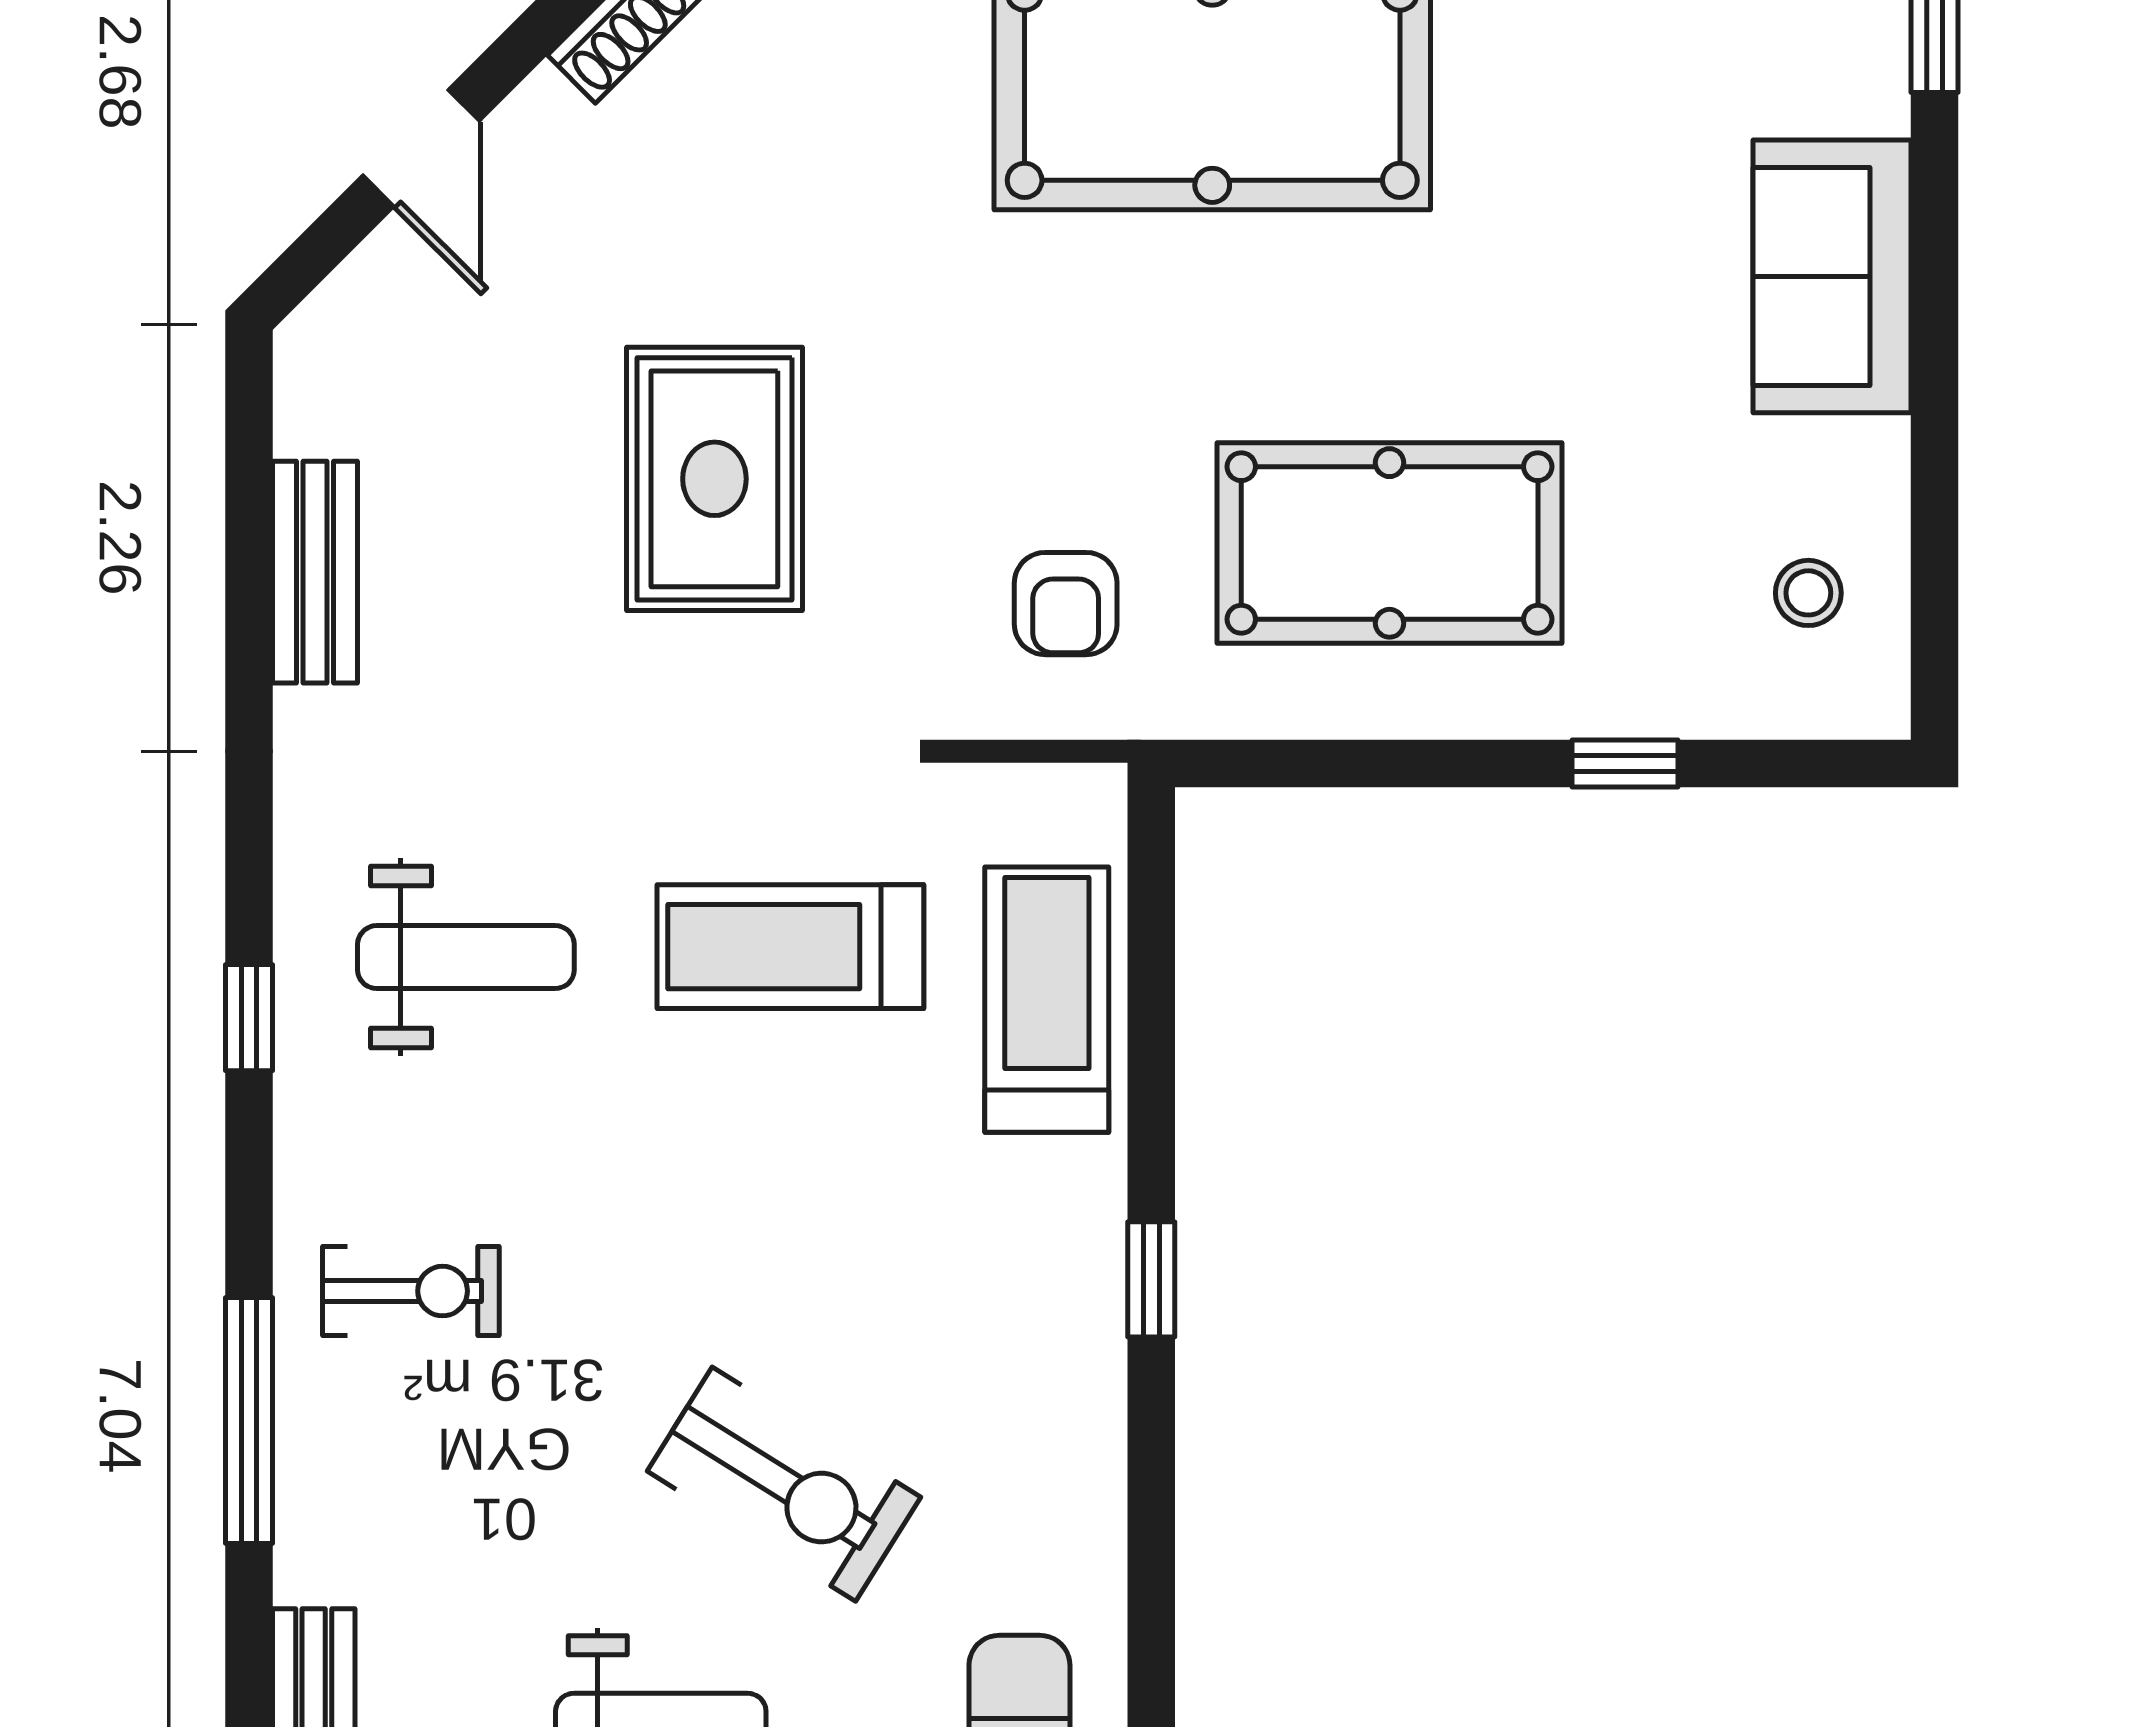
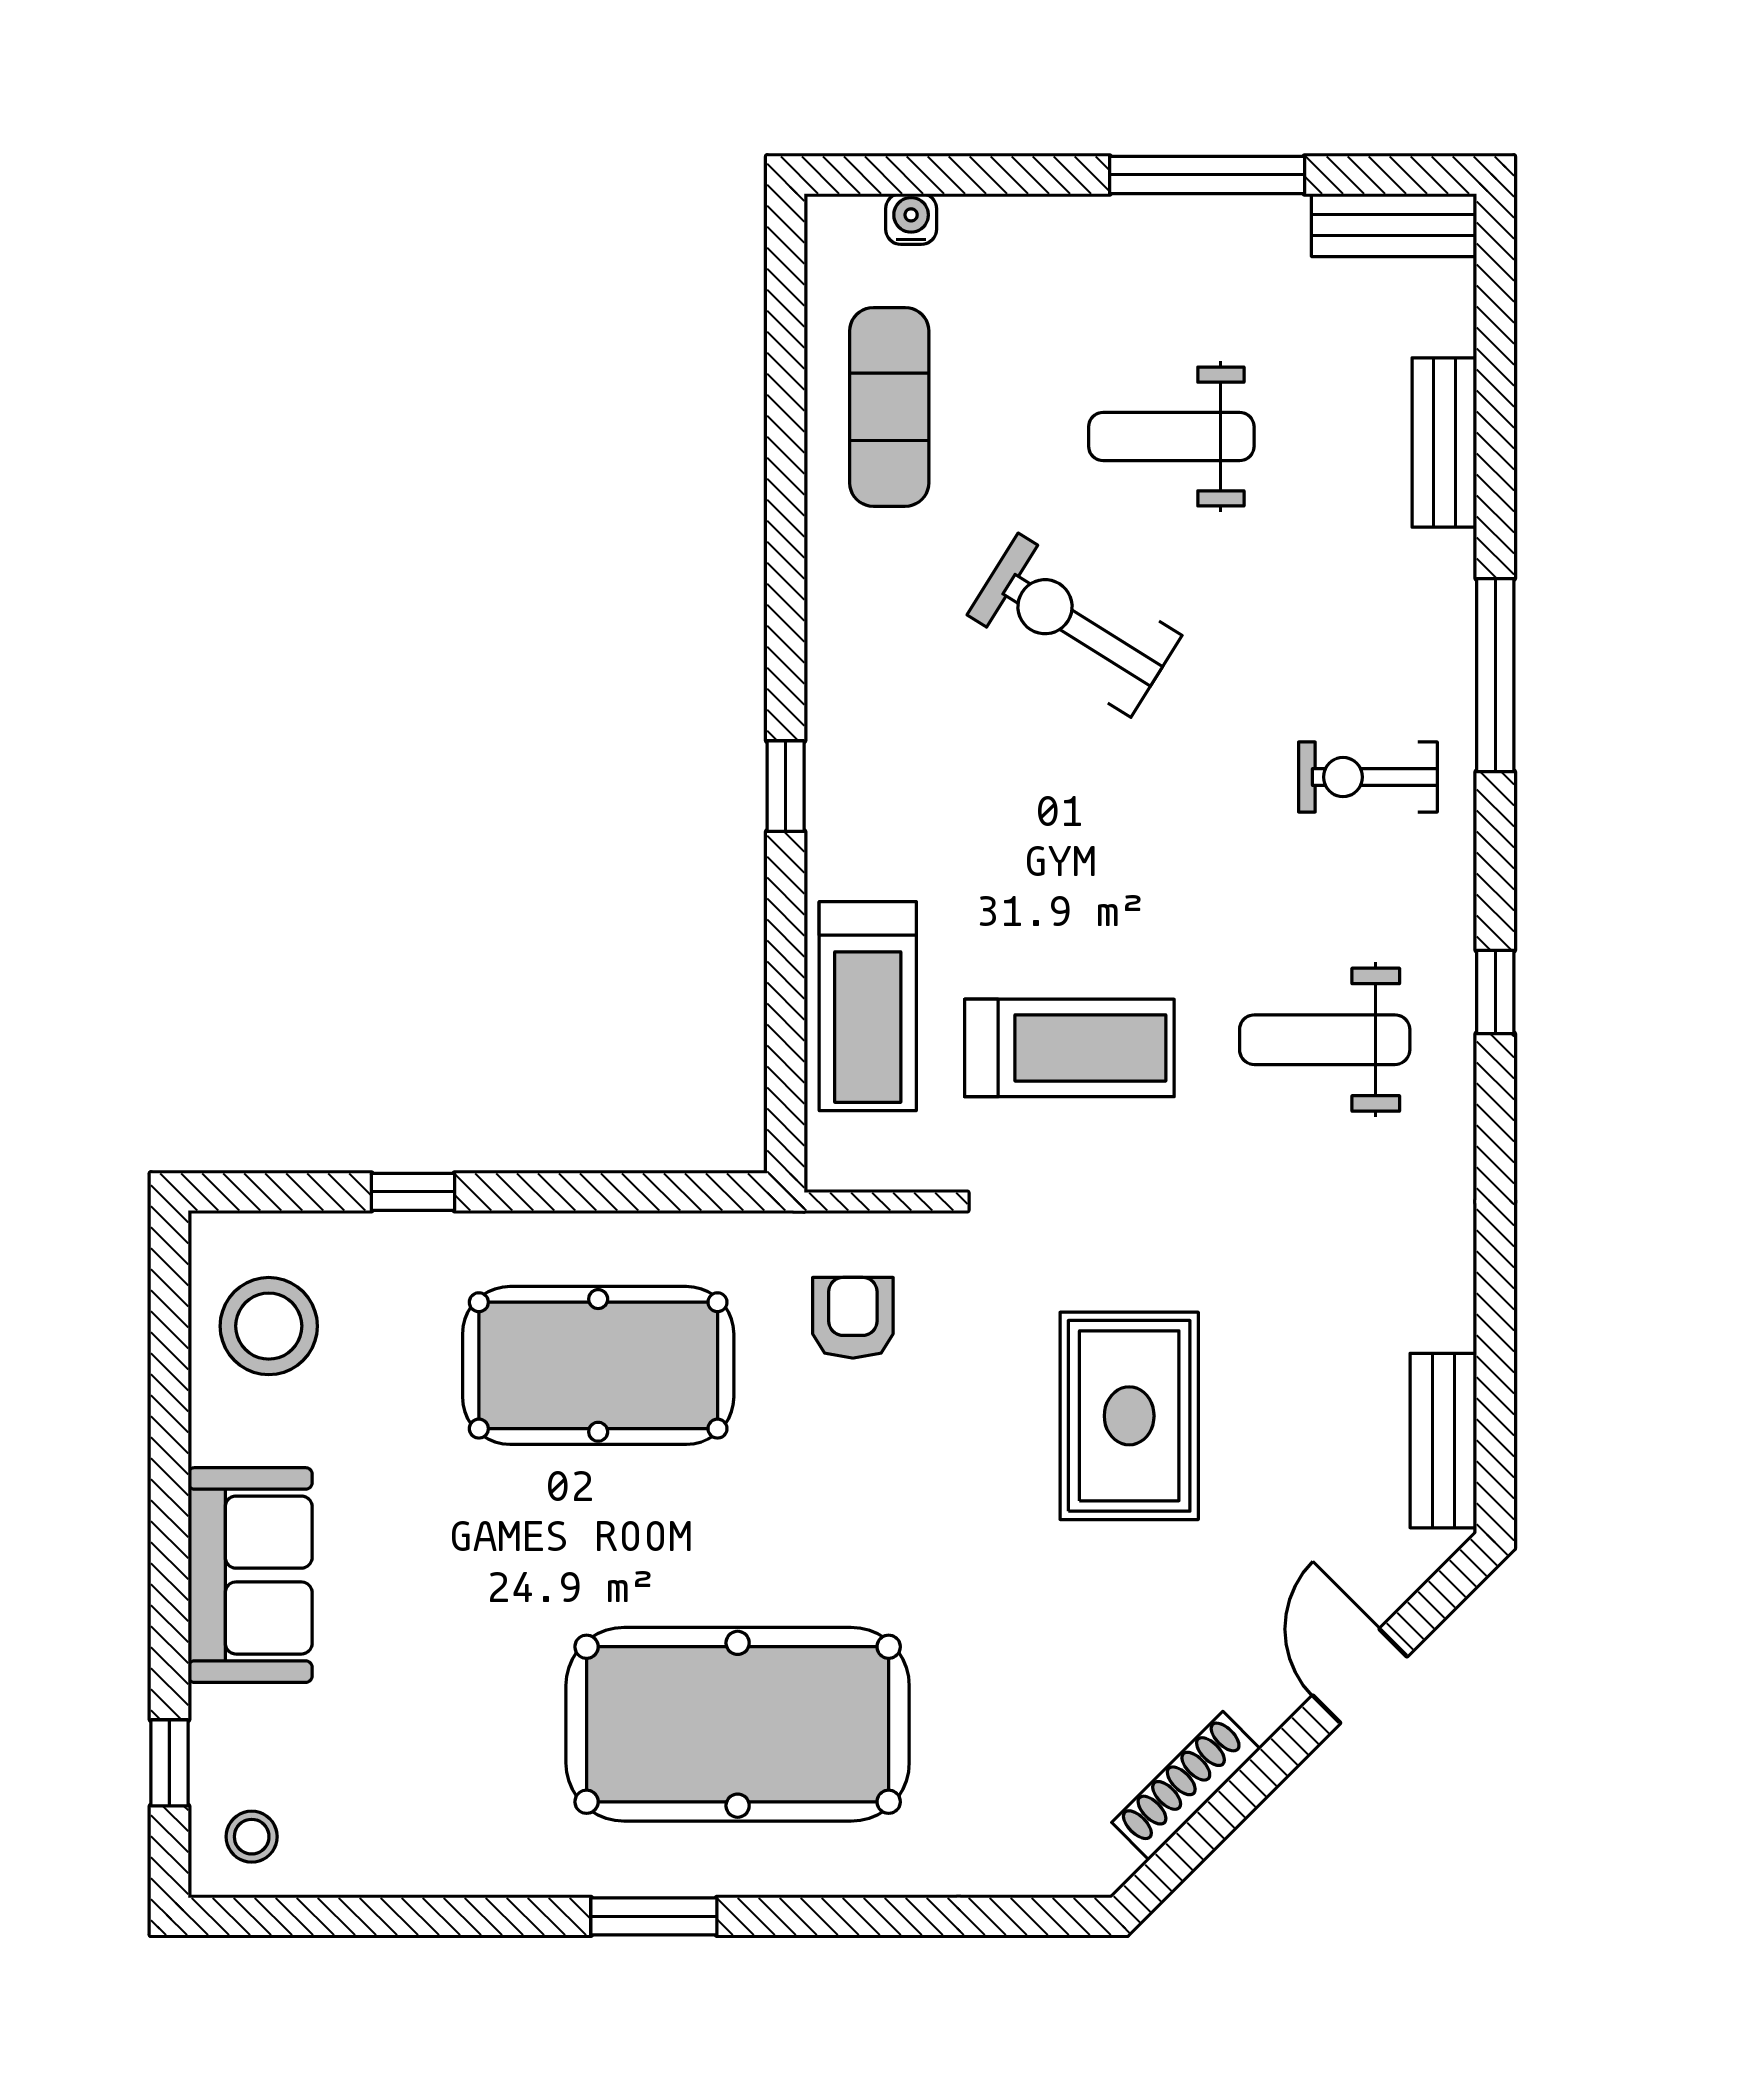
bench: (315, 572) -> (1443, 1441), moved
stool: (1808, 593) -> (269, 1326), width x1.89, depth x1.89

